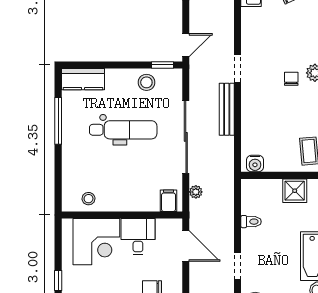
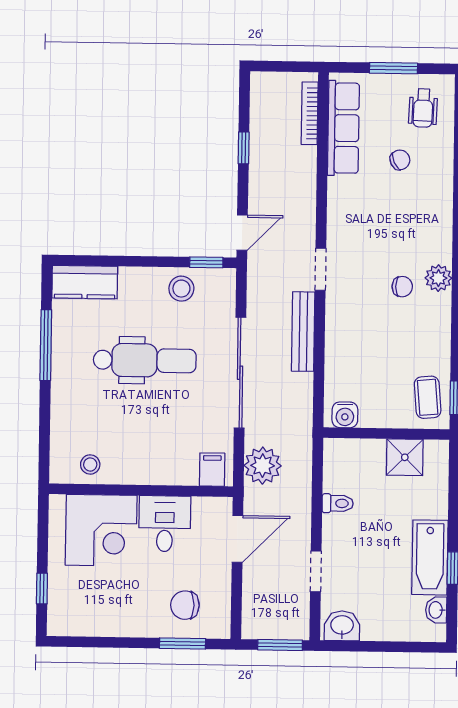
chair: (291, 79) -> (402, 287), turned 90
plant: (196, 192) -> (263, 466), width x1.87, depth x1.87
door: (186, 246) -> (237, 539), hinge flipped

